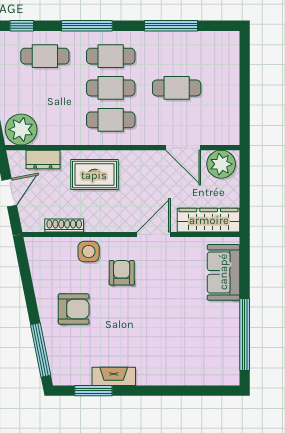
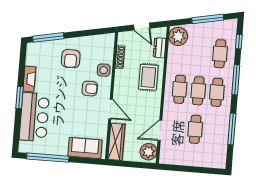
bar counter: (178, 363) -> (34, 117), added
window: (93, 391) -> (19, 98), moved

